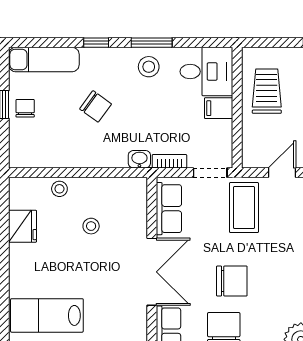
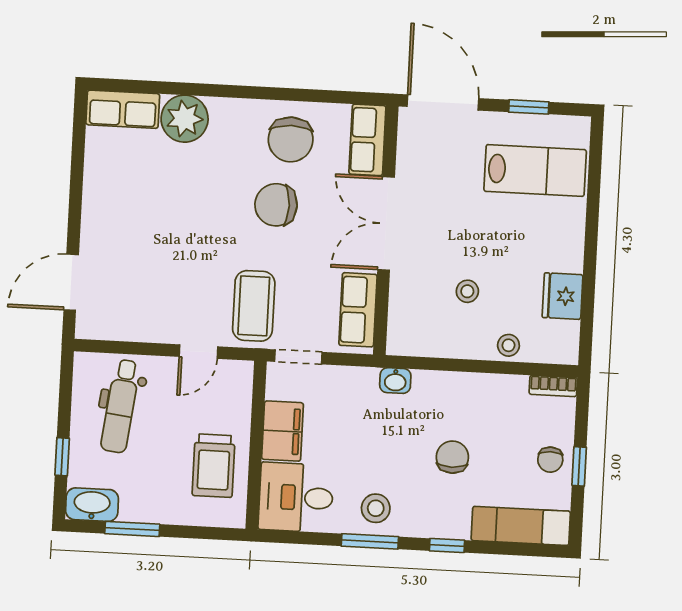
chair: (96, 106) -> (452, 457), turned 54
filing cabinet: (219, 108) -> (283, 431), width x2.00
bookcase: (169, 161) -> (553, 386), moved

